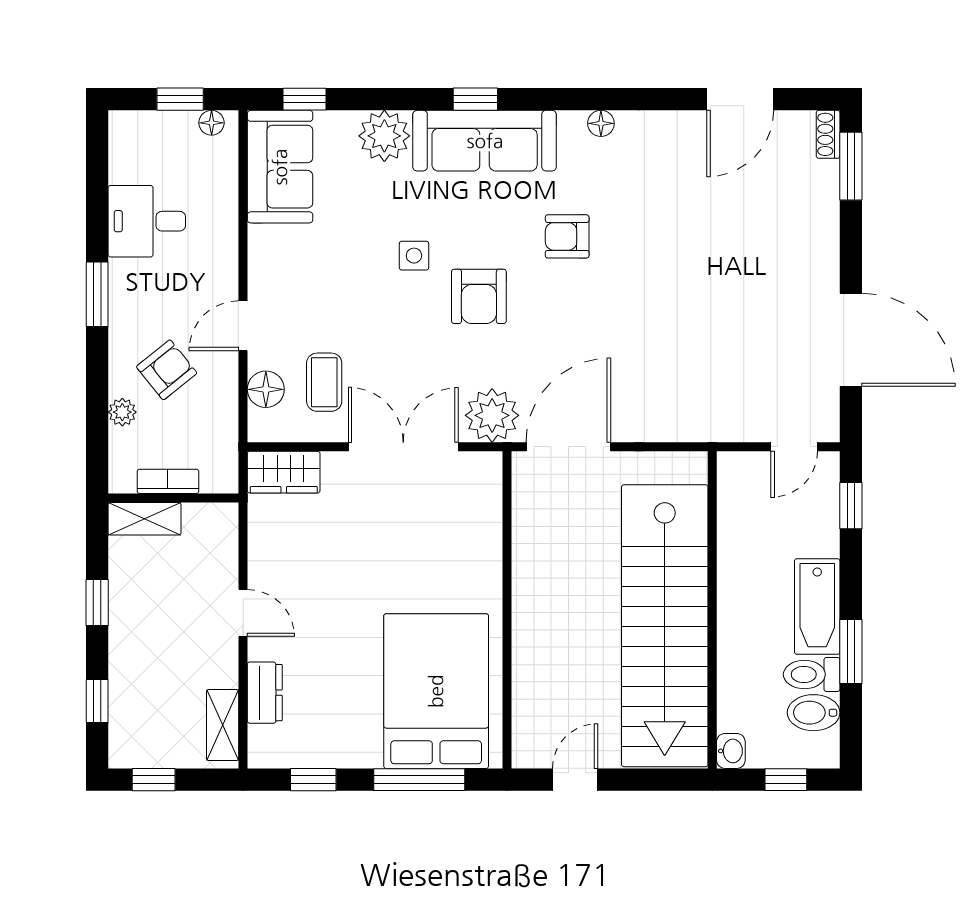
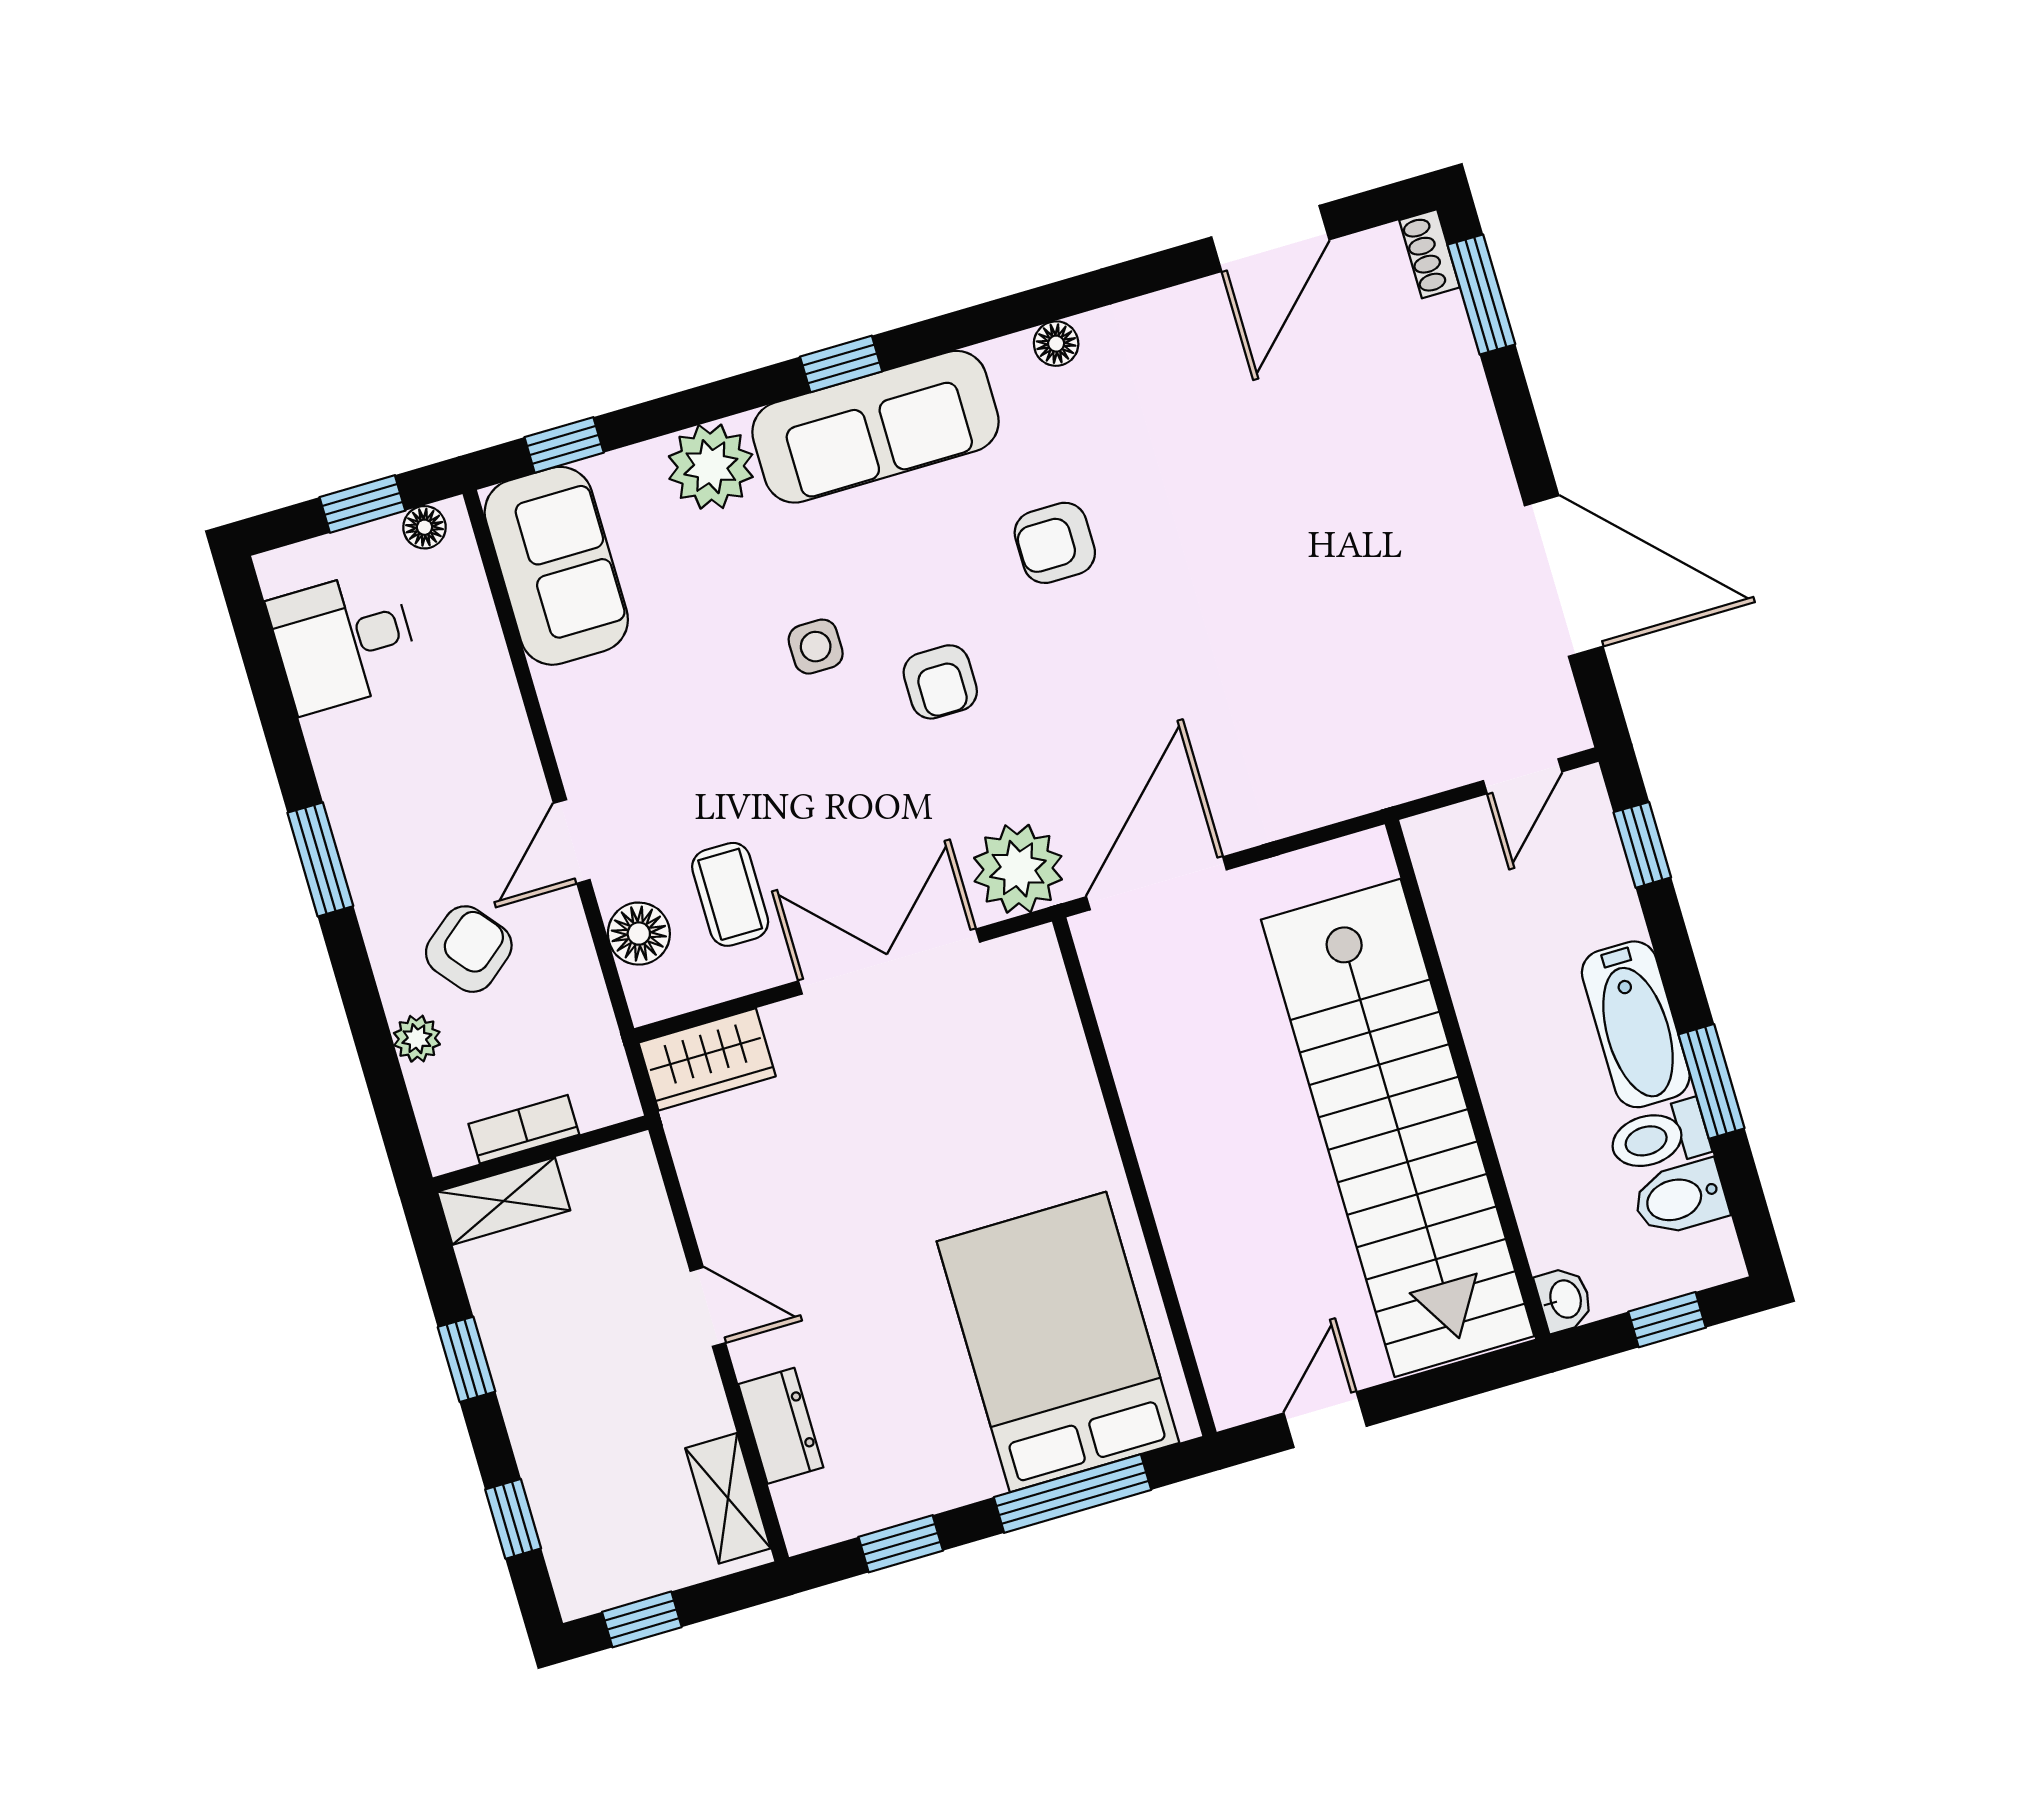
desk: (147, 221) -> (344, 641), moved
armchair: (479, 296) -> (940, 682), width x0.72, depth x0.72

